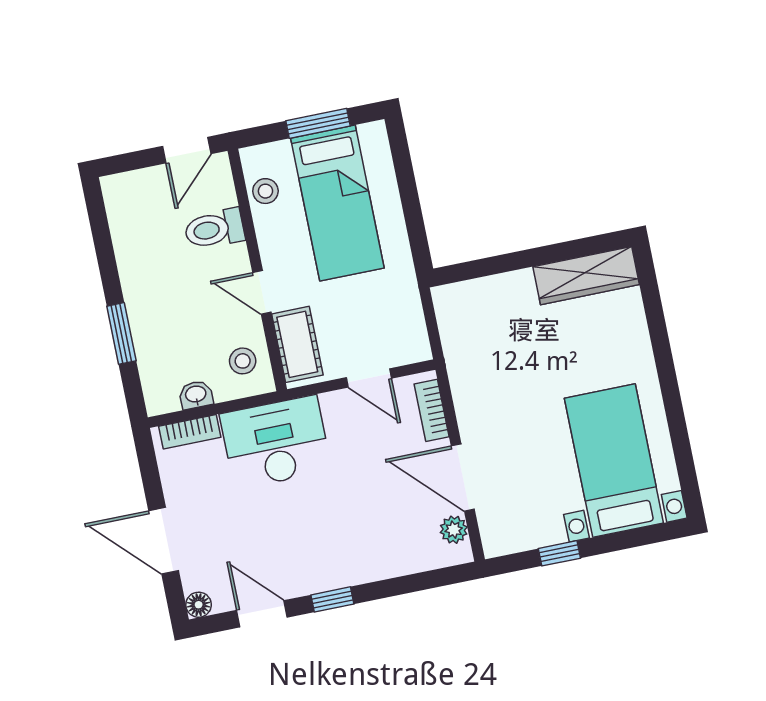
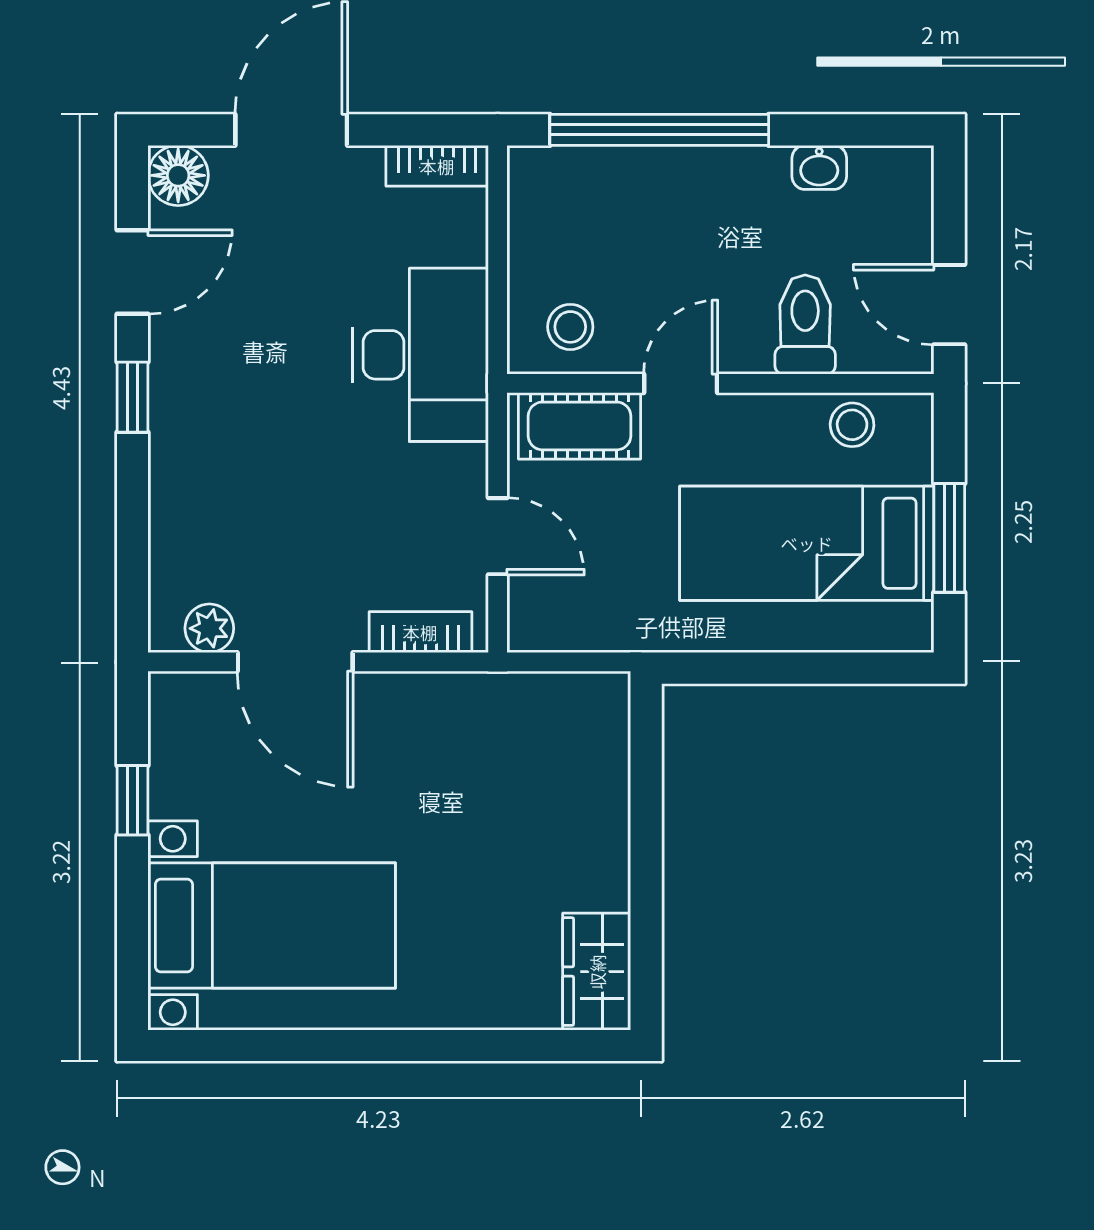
wardrobe: (586, 276) -> (597, 972), width x0.67
window: (121, 333) -> (659, 130), width x2.11
door: (369, 378) -> (498, 536), swing flipped
washbasin: (196, 395) -> (819, 167), moved, turned 90
bookcase: (190, 432) -> (437, 166), moved, turned -90
door: (463, 478) -> (295, 662), swing flipped
floor lamp: (199, 605) -> (178, 175), width x1.37, depth x1.37

